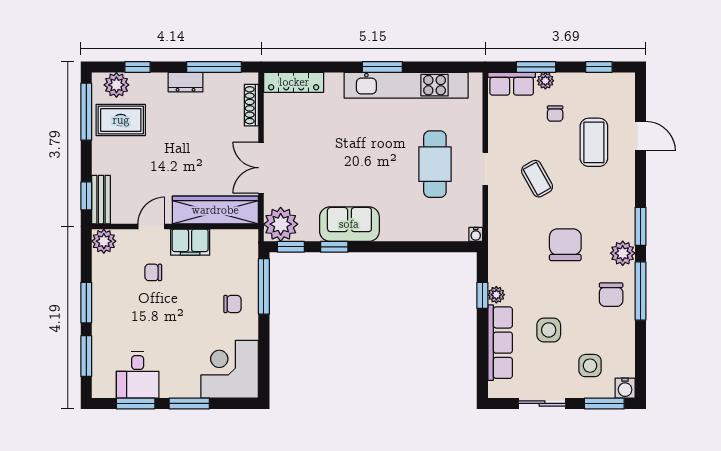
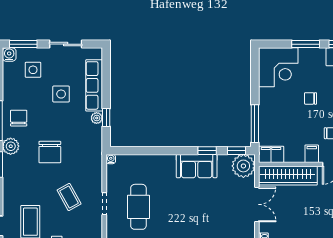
filing cabinet: (240, 241) -> (271, 154), added
filing cabinet: (190, 242) -> (312, 154), width x0.50
chair: (232, 304) -> (311, 98), moved

